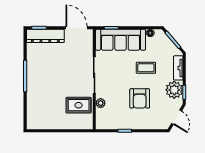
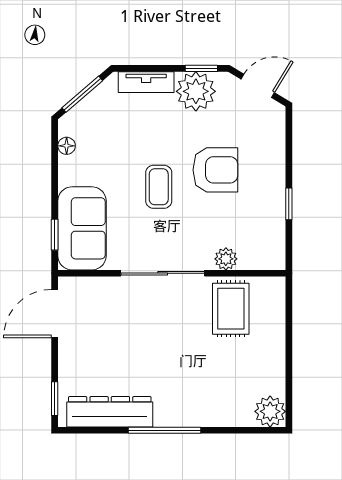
dresser: (45, 36) -> (110, 412), moved, turned -90
sofa: (121, 40) -> (82, 228), width x0.73
coffee table: (146, 68) -> (159, 187), moved
plant: (33, 122) -> (270, 411), added

